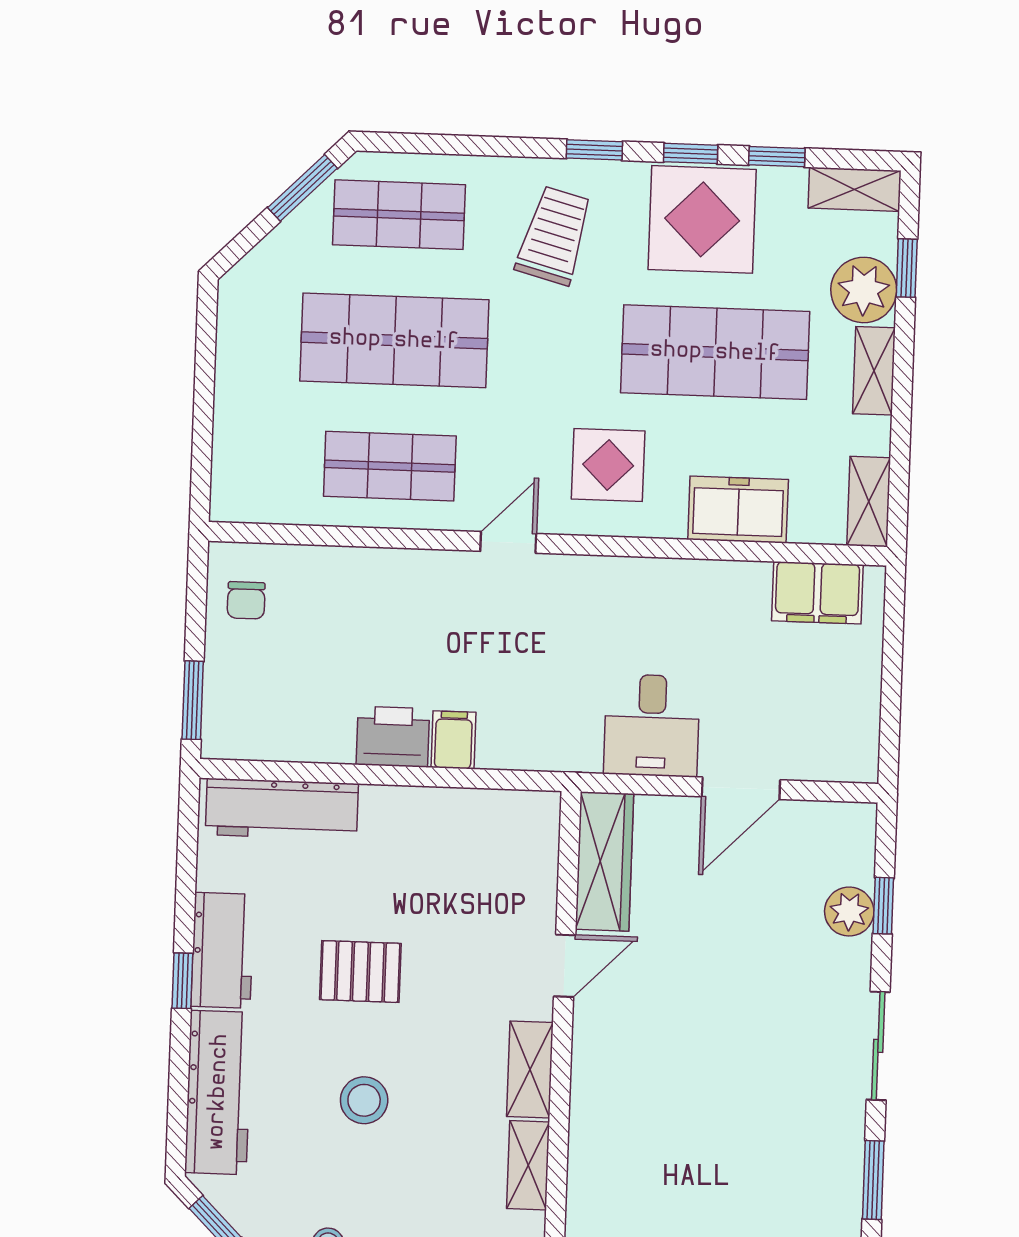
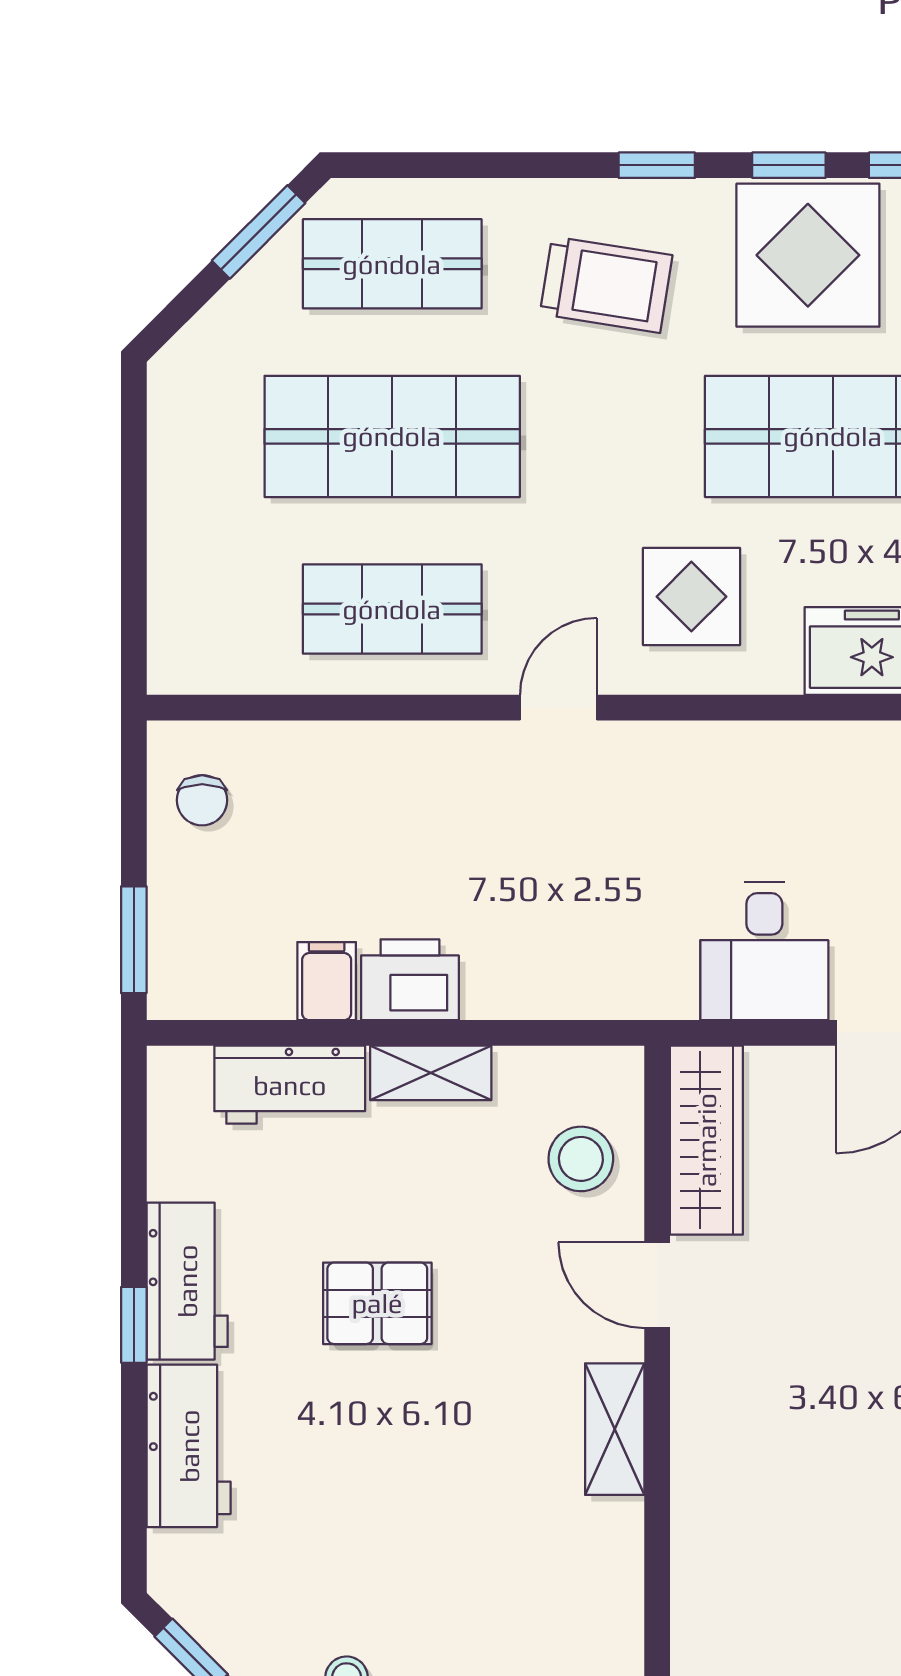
trolley: (554, 236) -> (606, 285), turned 84
filing cabinet: (453, 740) -> (327, 981), moved
workbench: (282, 809) -> (290, 1085), width x0.73
door: (565, 966) -> (657, 1285), swing flipped
workbench: (218, 1092) -> (189, 1446), width x0.73
stool: (364, 1100) -> (581, 1159), moved
shelving: (528, 1165) -> (431, 1073), moved, turned 90

